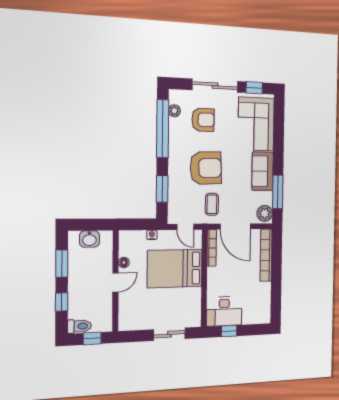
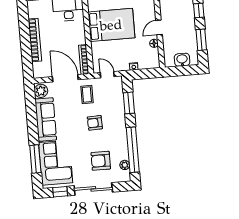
armchair: (206, 168) -> (95, 123), width x0.53, depth x0.53
sofa: (263, 171) -> (46, 120), width x1.36
window: (278, 192) -> (35, 159), moved
bookcase: (266, 255) -> (35, 40), moved
bed: (175, 269) -> (111, 25), moved

